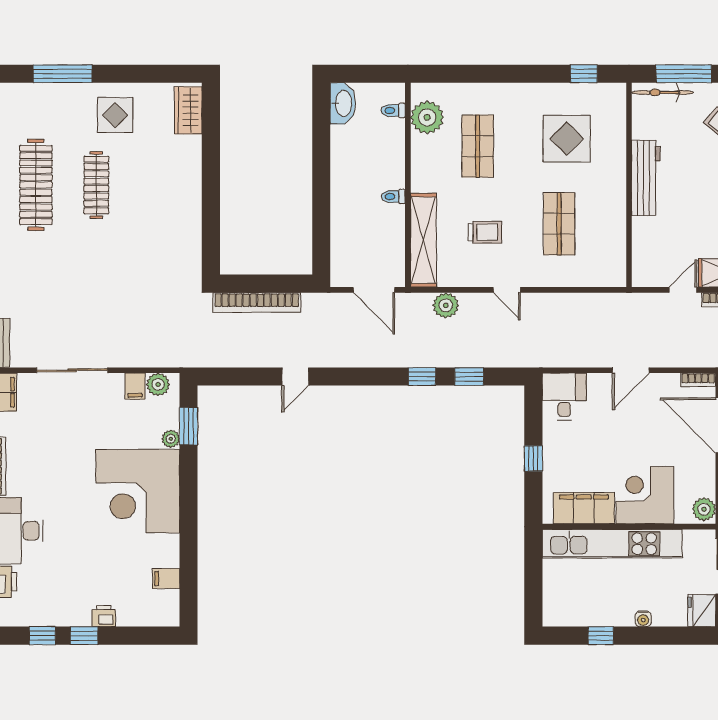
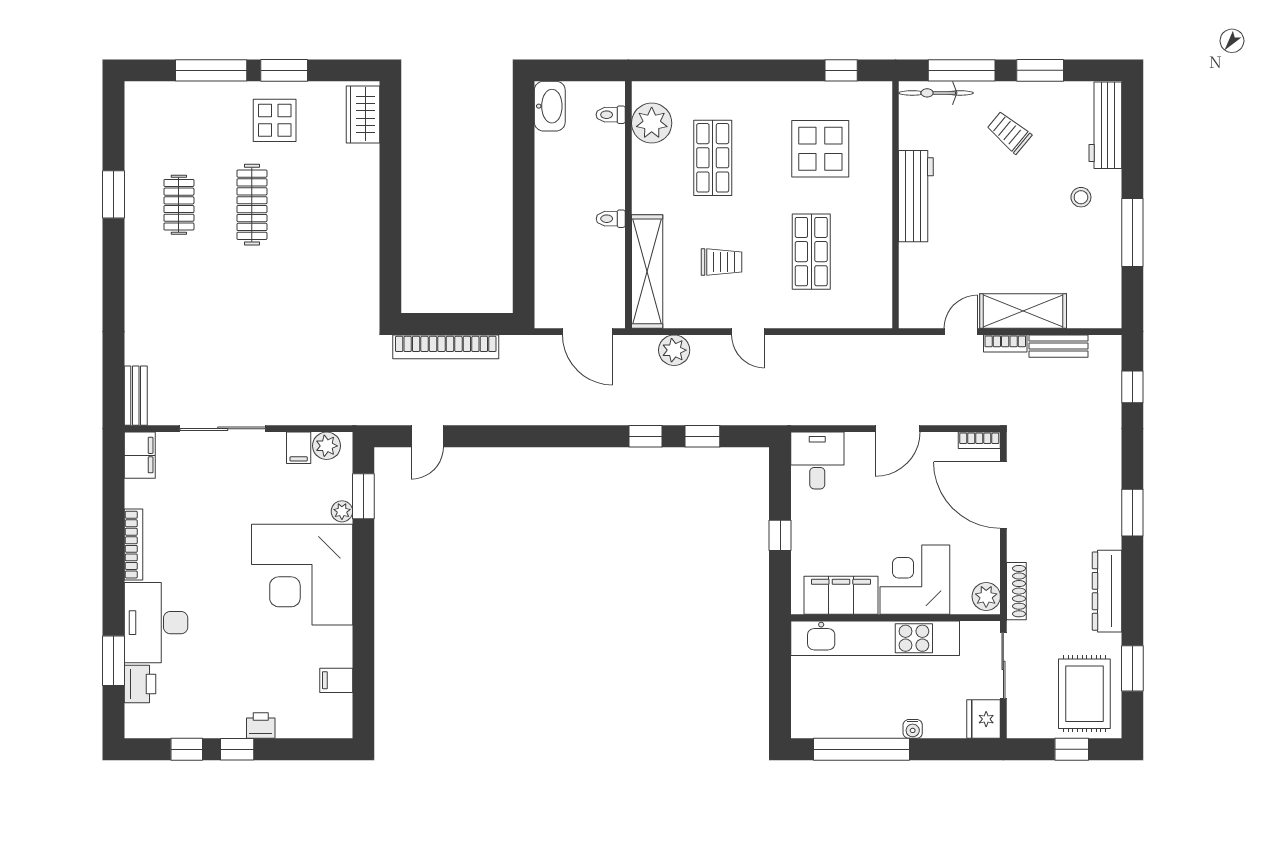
window: (123, 74) -> (284, 70), added
clothes rail: (36, 185) -> (179, 205), width x0.54, depth x0.76
door: (295, 377) -> (427, 436), moved
window: (601, 636) -> (861, 749), width x3.17

